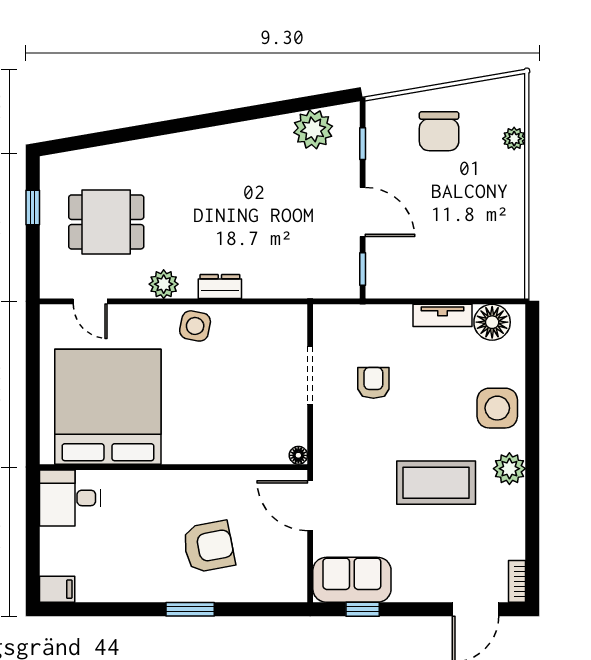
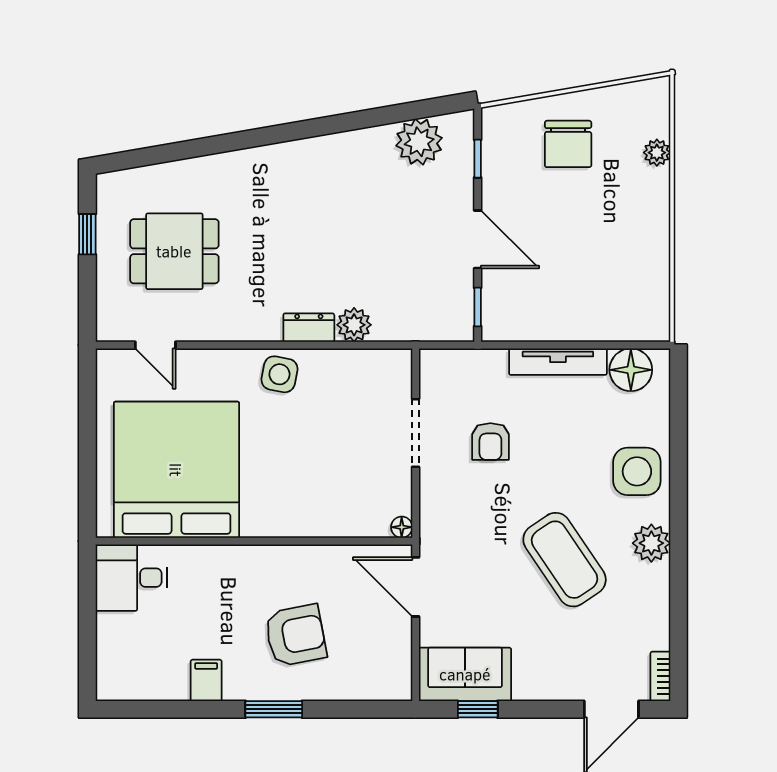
plant: (164, 284) -> (354, 325), moved
tv unit: (442, 315) -> (558, 362), width x1.41
armchair: (373, 383) -> (490, 442), turned 180
coffee table: (436, 483) -> (565, 560), turned 56
filing cabinet: (57, 589) -> (206, 680), moved, turned -90

